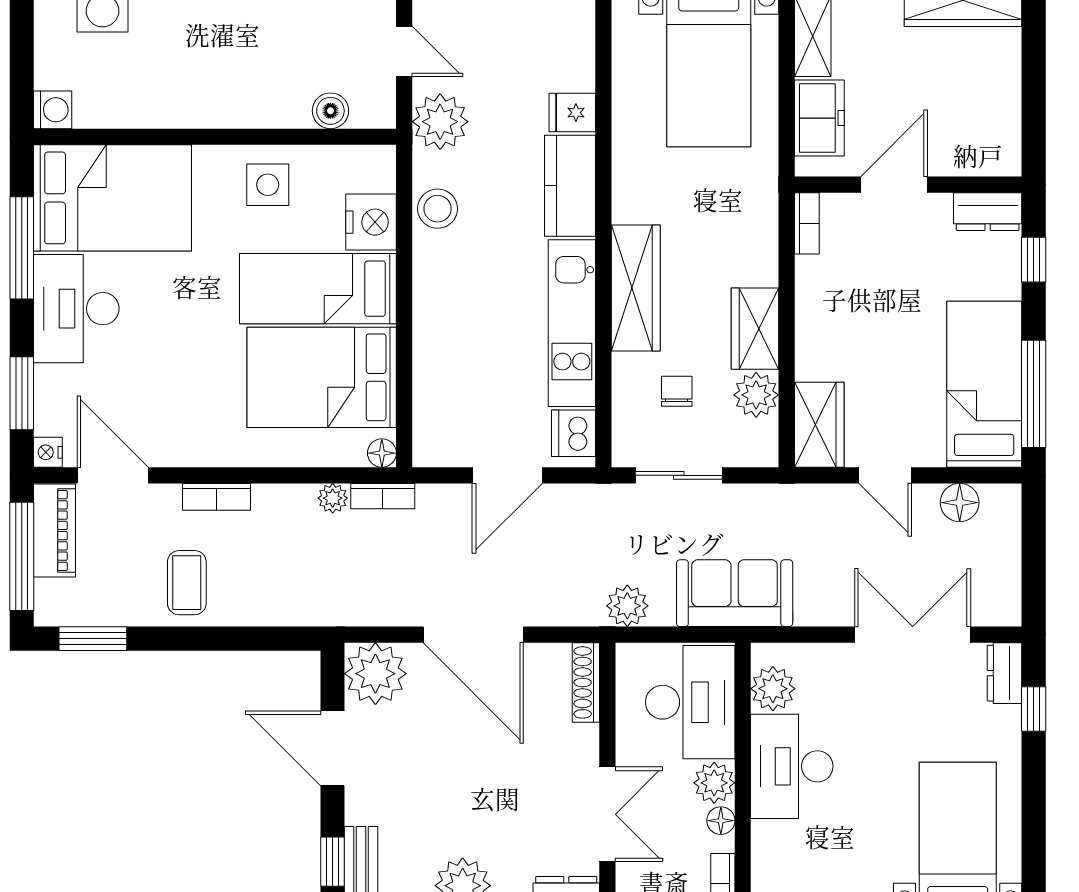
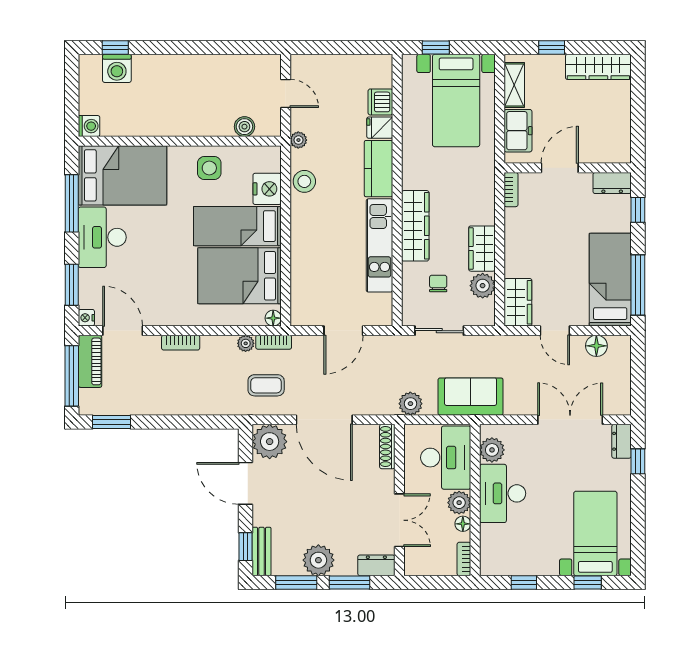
plant: (440, 122) -> (298, 140), width x0.53, depth x0.53
dishwasher: (573, 433) -> (380, 102), moved
coffee table: (187, 583) -> (266, 385), moved, turned 90

